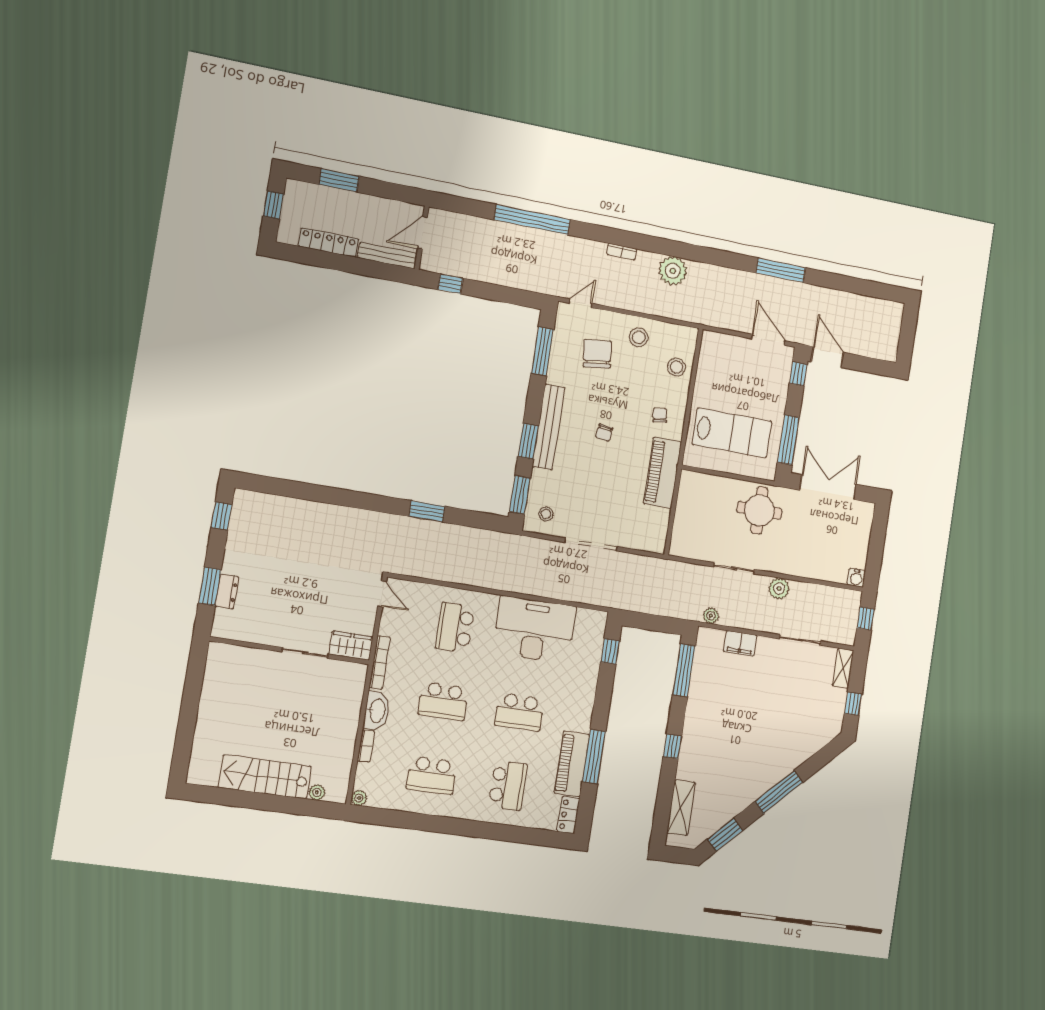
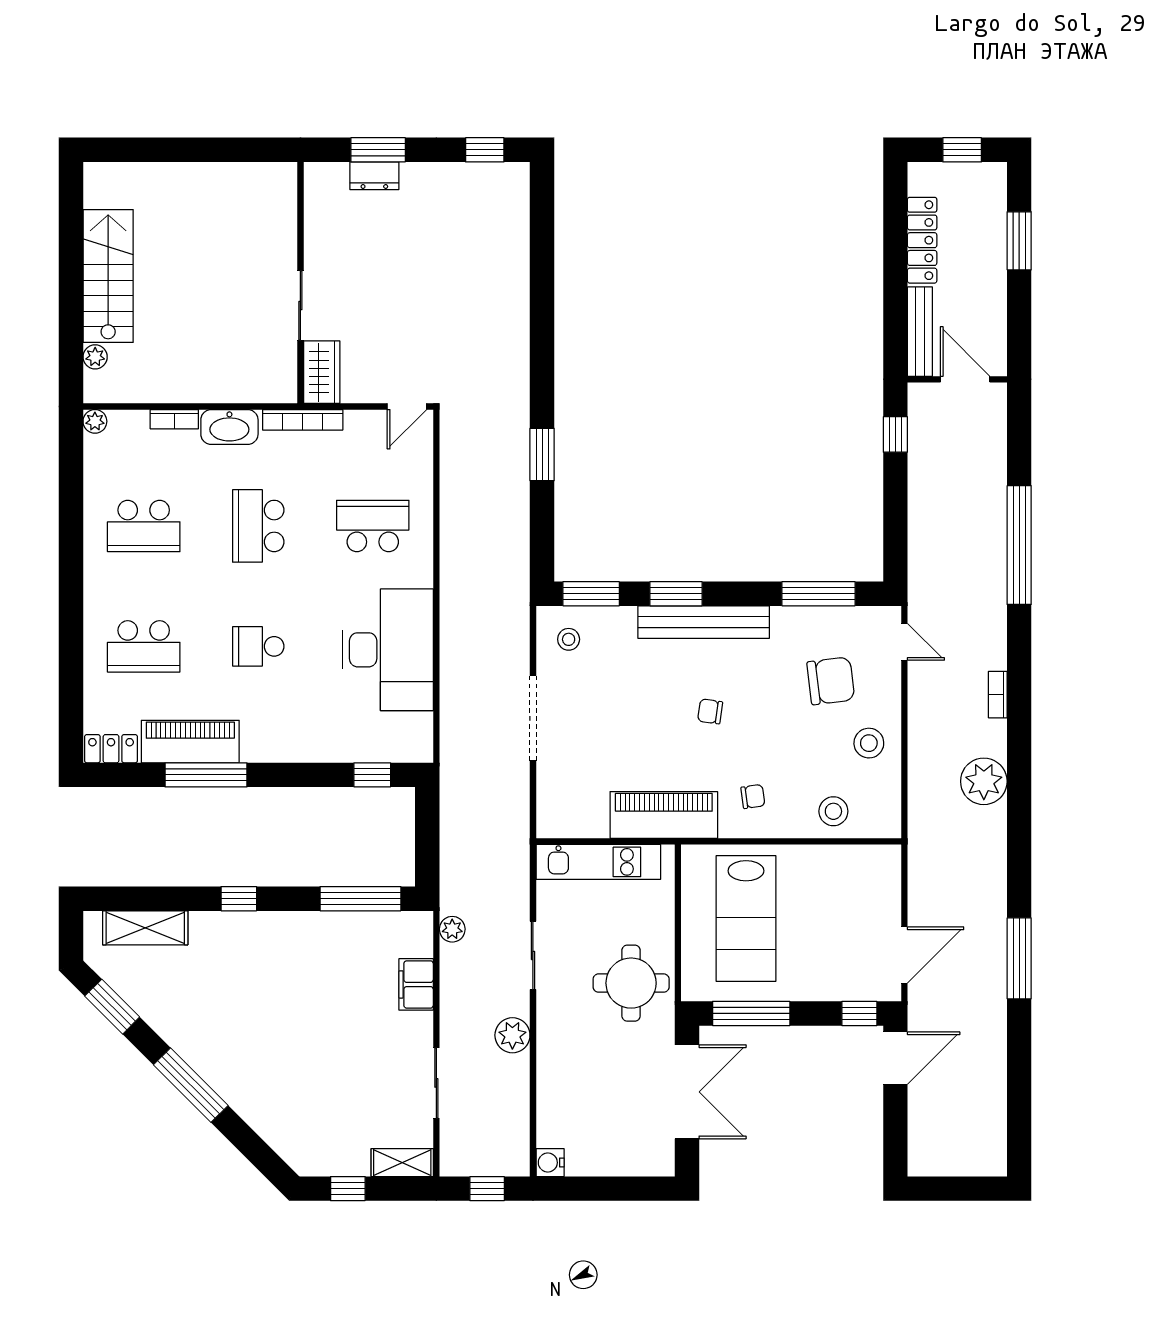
kitchen unit: (684, 518) -> (598, 862), added
school desk: (519, 712) -> (258, 646), width x0.54
school desk: (432, 775) -> (144, 526), turned -90

